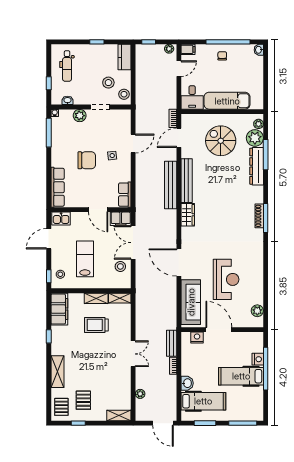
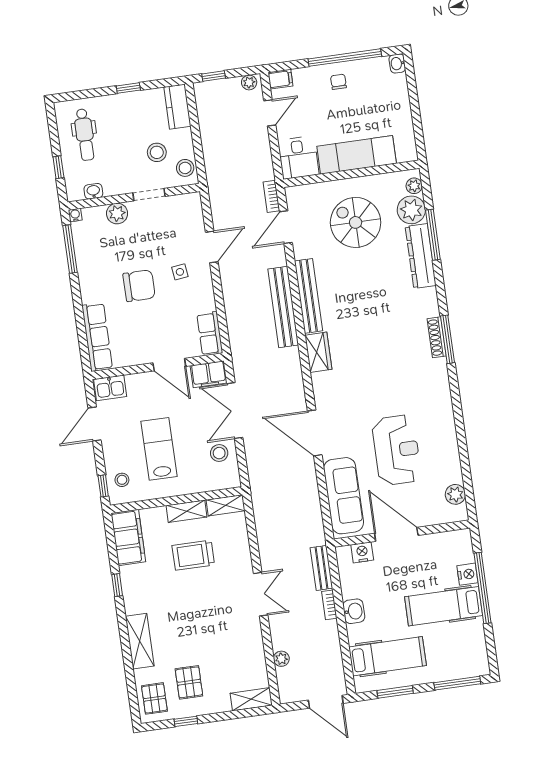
washbasin: (187, 383) -> (354, 611), moved

